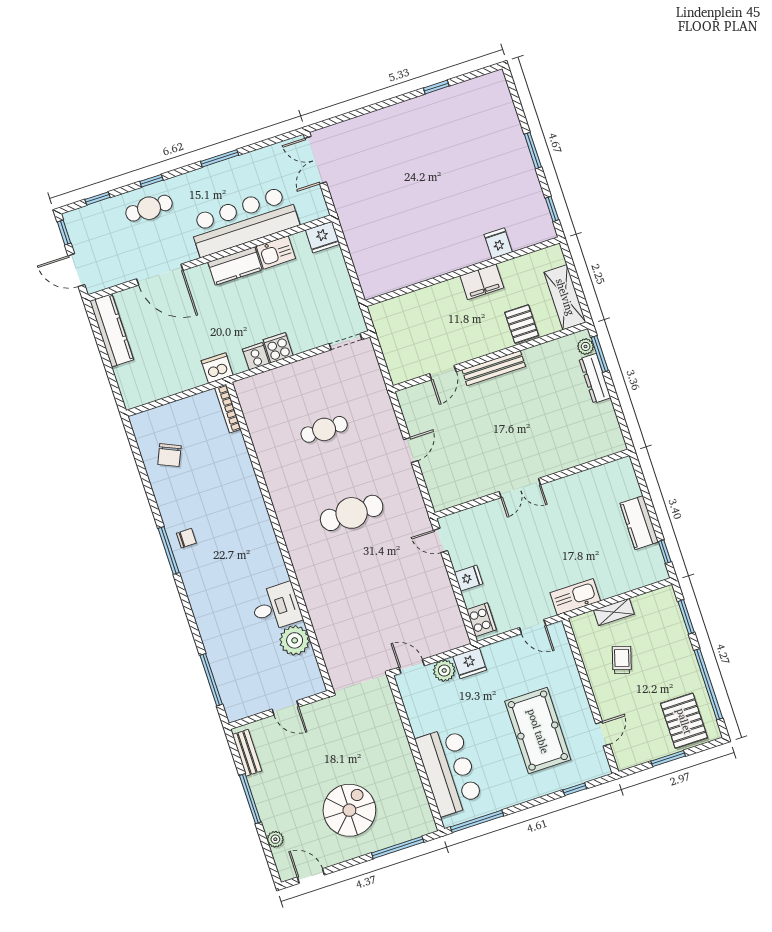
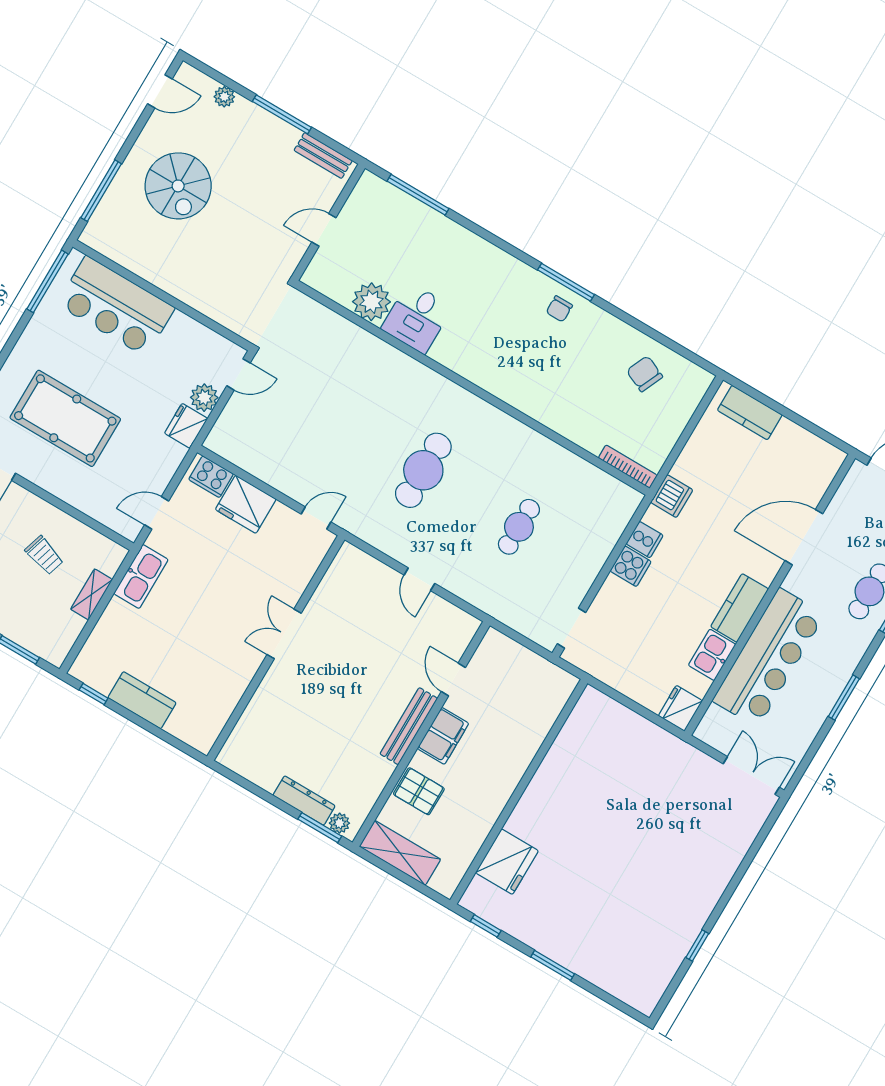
fridge: (498, 243) -> (507, 862), width x1.88, depth x1.34
filing cabinet: (482, 282) -> (443, 736), moved, turned 180
kitchen counter: (112, 330) -> (750, 413), moved, width x0.67
fridge: (469, 578) -> (246, 504), width x1.88, depth x1.34

